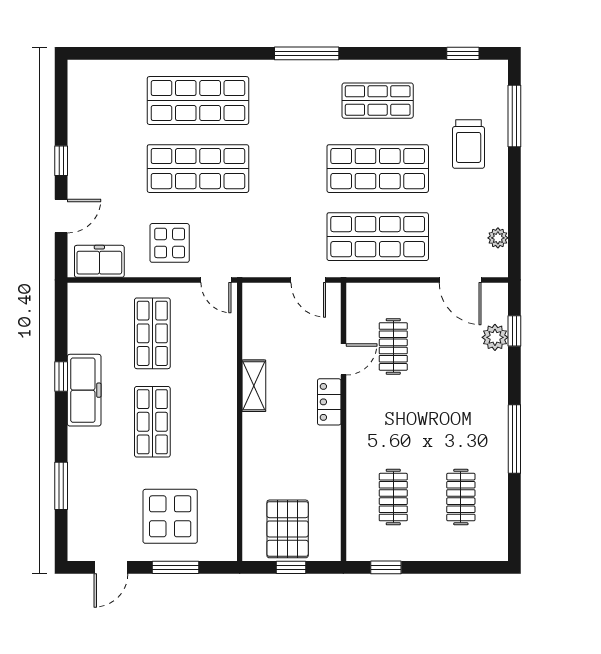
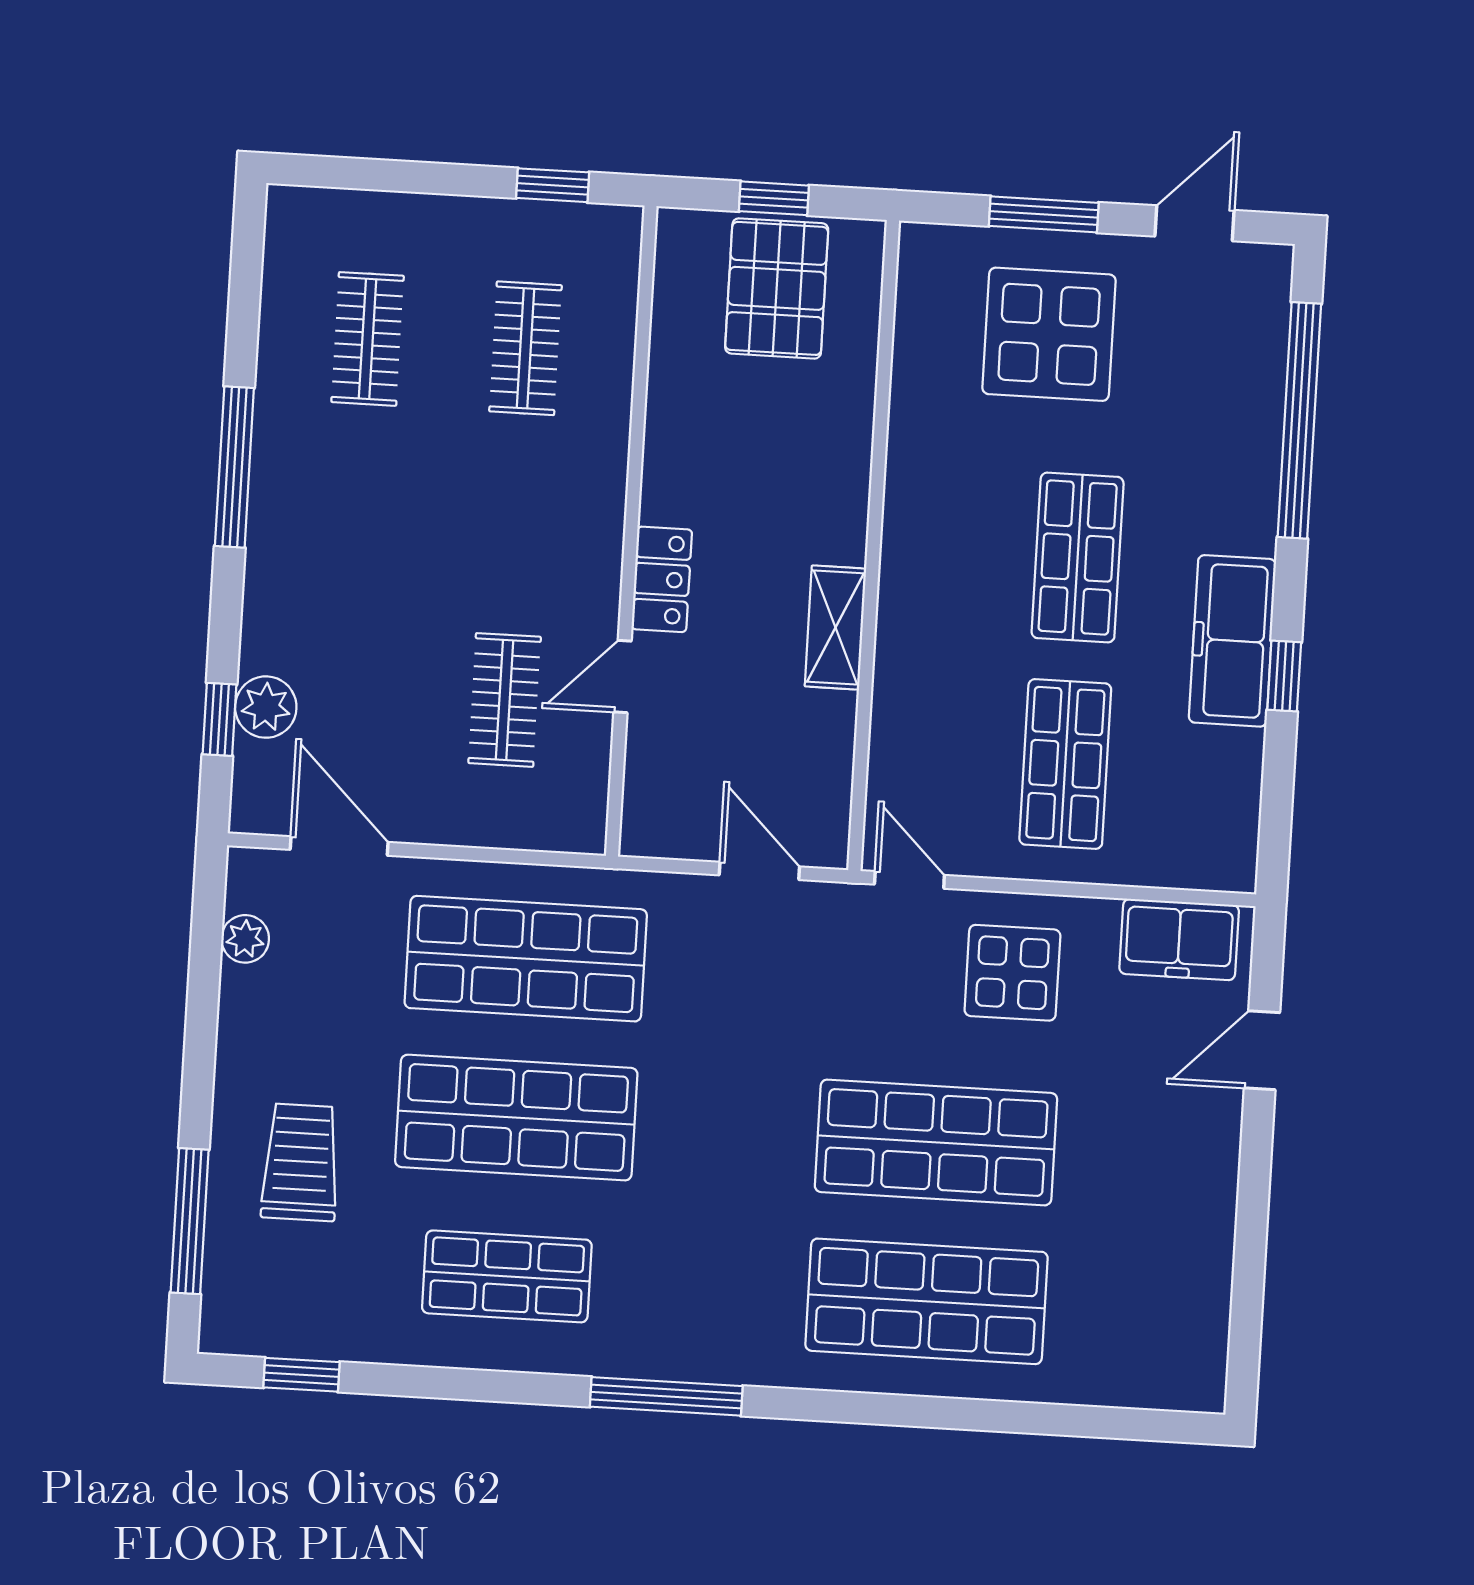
window: (61, 161) -> (1254, 1180), removed
door: (308, 280) -> (759, 871), moved
window: (61, 486) -> (1299, 420), width x2.11

